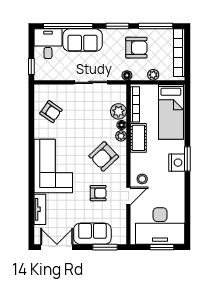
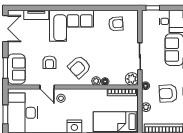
armchair: (136, 48) -> (168, 93), turned 87
plant: (118, 111) -> (132, 79), moved
armchair: (51, 112) -> (116, 24), turned -129
cot: (138, 138) -> (95, 95), removed
armchair: (104, 156) -> (79, 67), turned -90
sofa: (92, 234) -> (16, 69), moved

